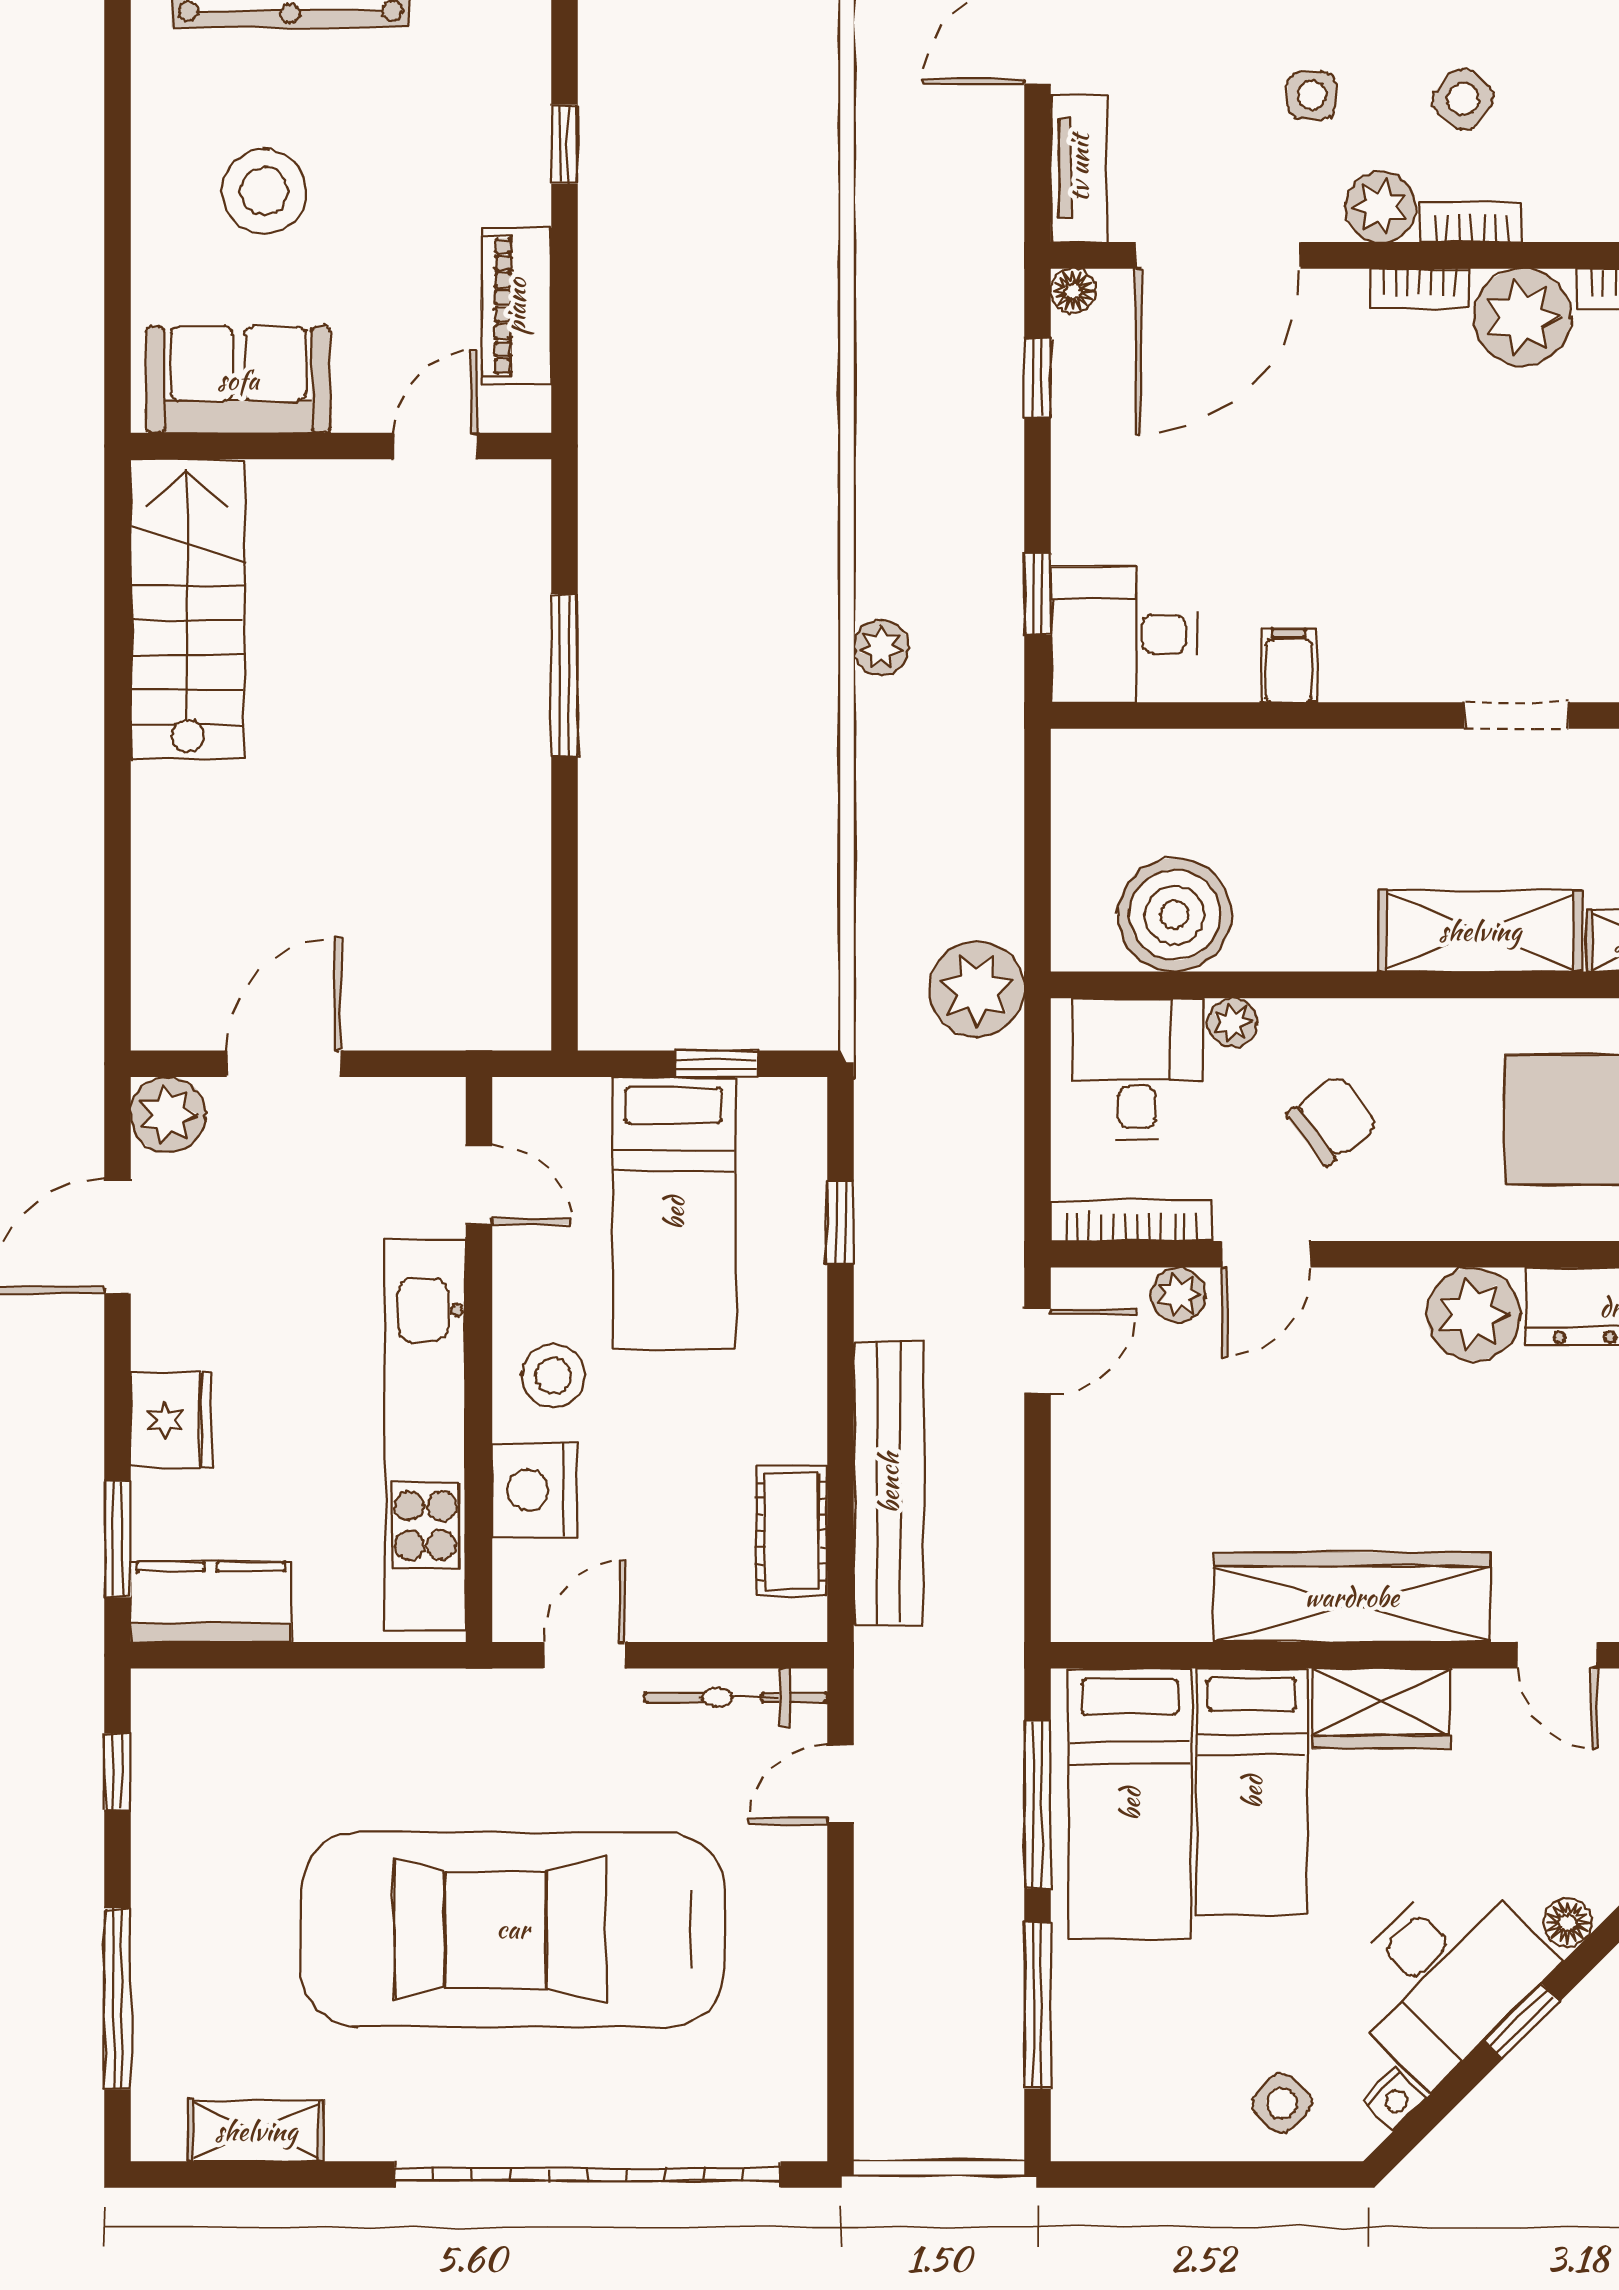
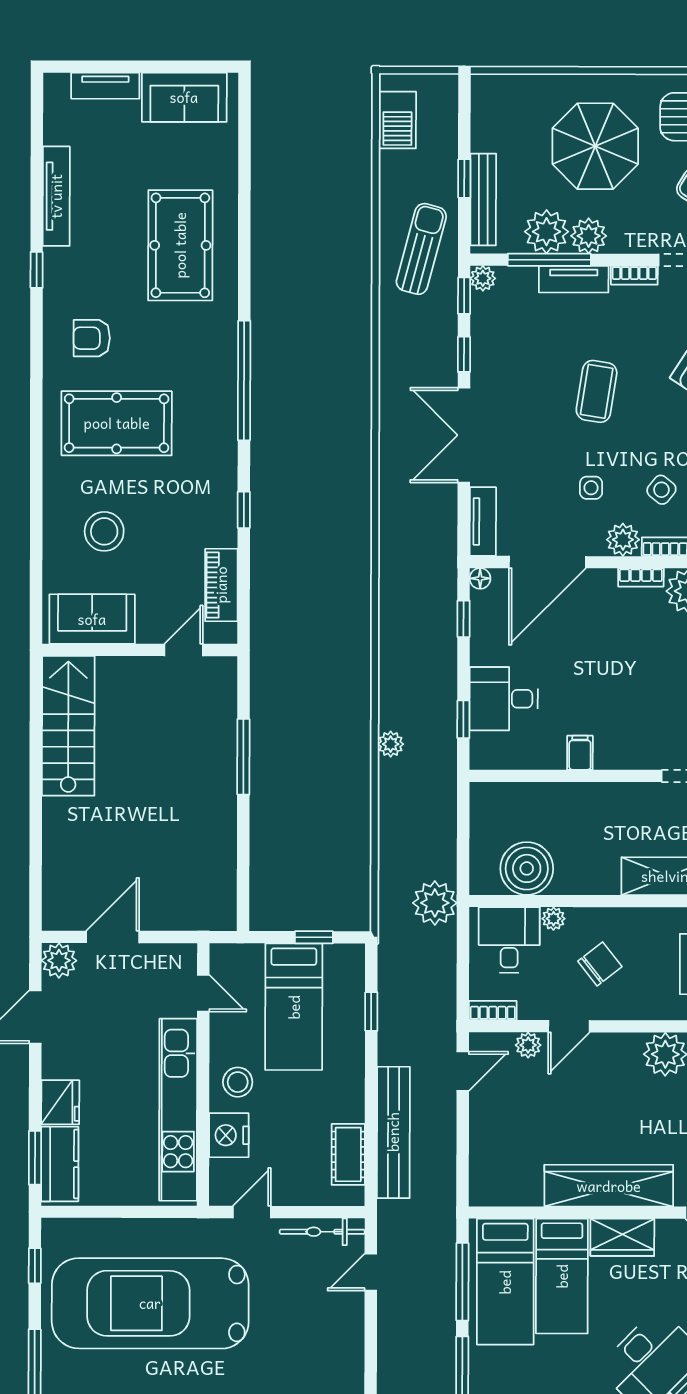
desk: (1124, 634) -> (504, 699), moved
bookcase: (1131, 1221) -> (493, 1010), width x0.64
kitchen counter: (211, 1602) -> (60, 1164), moved, turned 90
car: (513, 1929) -> (150, 1303), moved

